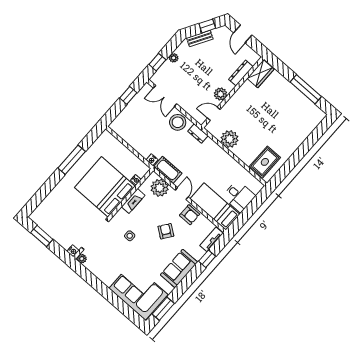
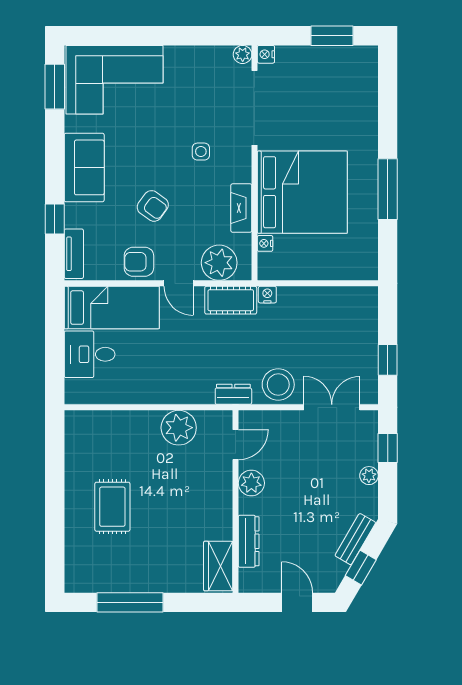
rug: (265, 162) -> (112, 507), moved

